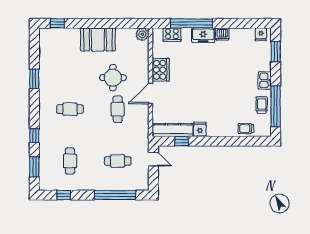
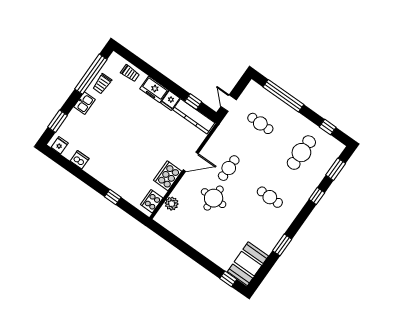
window: (191, 23) -> (113, 197), width x0.32
plant: (142, 34) -> (172, 204), moved
dishwasher: (222, 34) -> (80, 160), moved
cooker: (172, 35) -> (152, 201), moved, turned -90
freezer: (203, 35) -> (154, 89), moved, turned 180
booth: (98, 39) -> (248, 264), moved, turned 90
cafe table: (70, 161) -> (301, 153), width x1.37, depth x1.35

